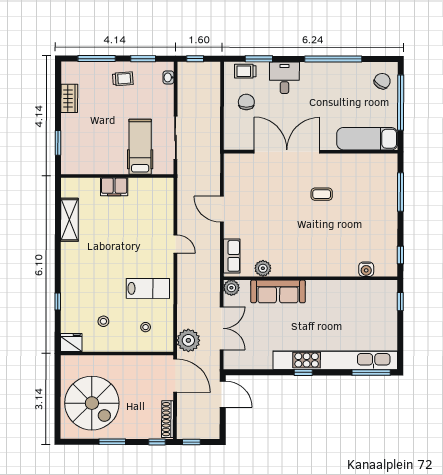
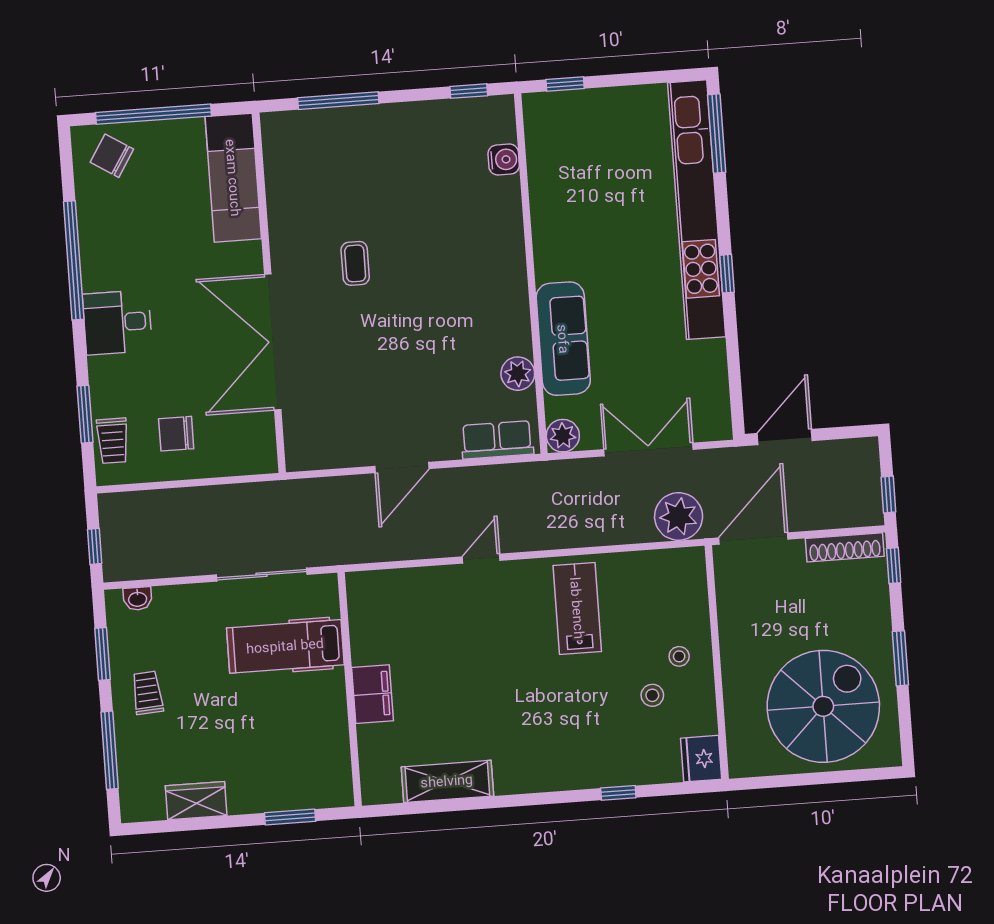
desk: (284, 78) -> (117, 322), moved
stool: (146, 327) -> (679, 656), moved

